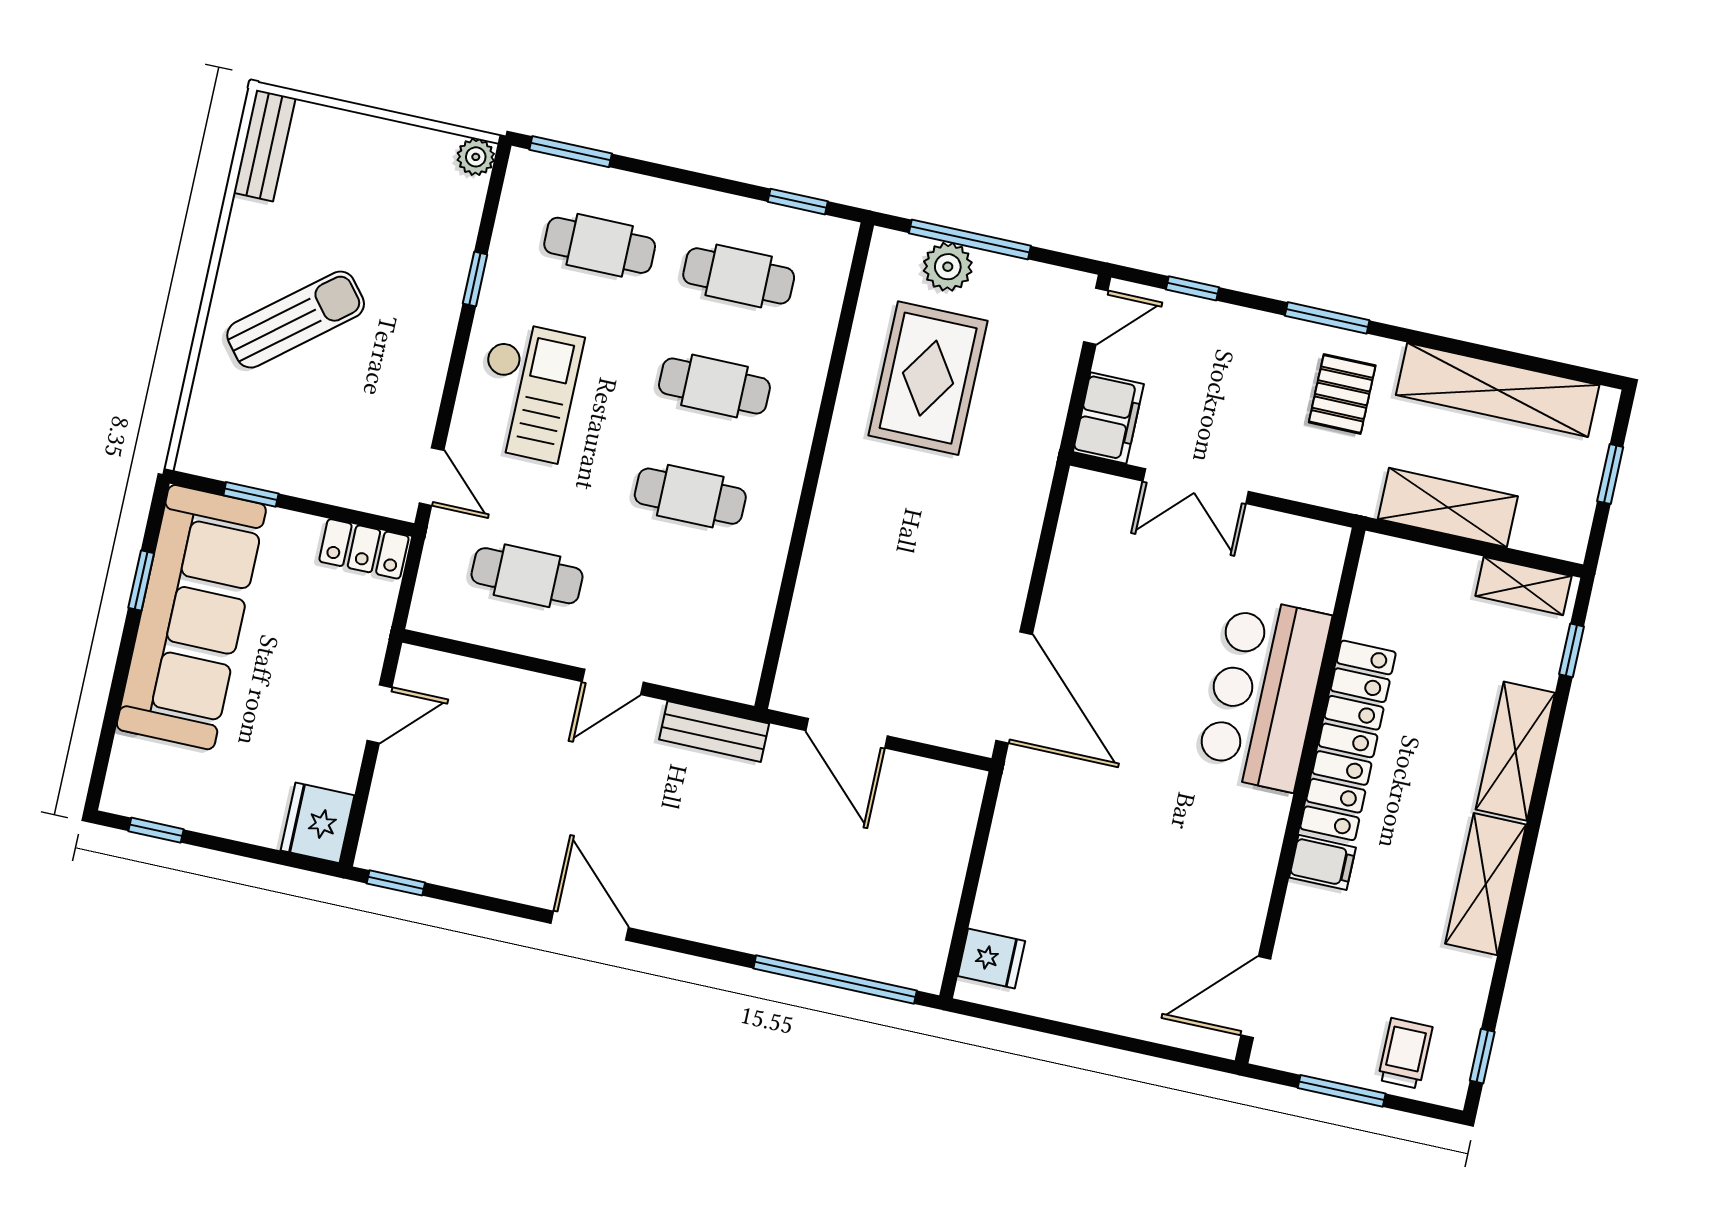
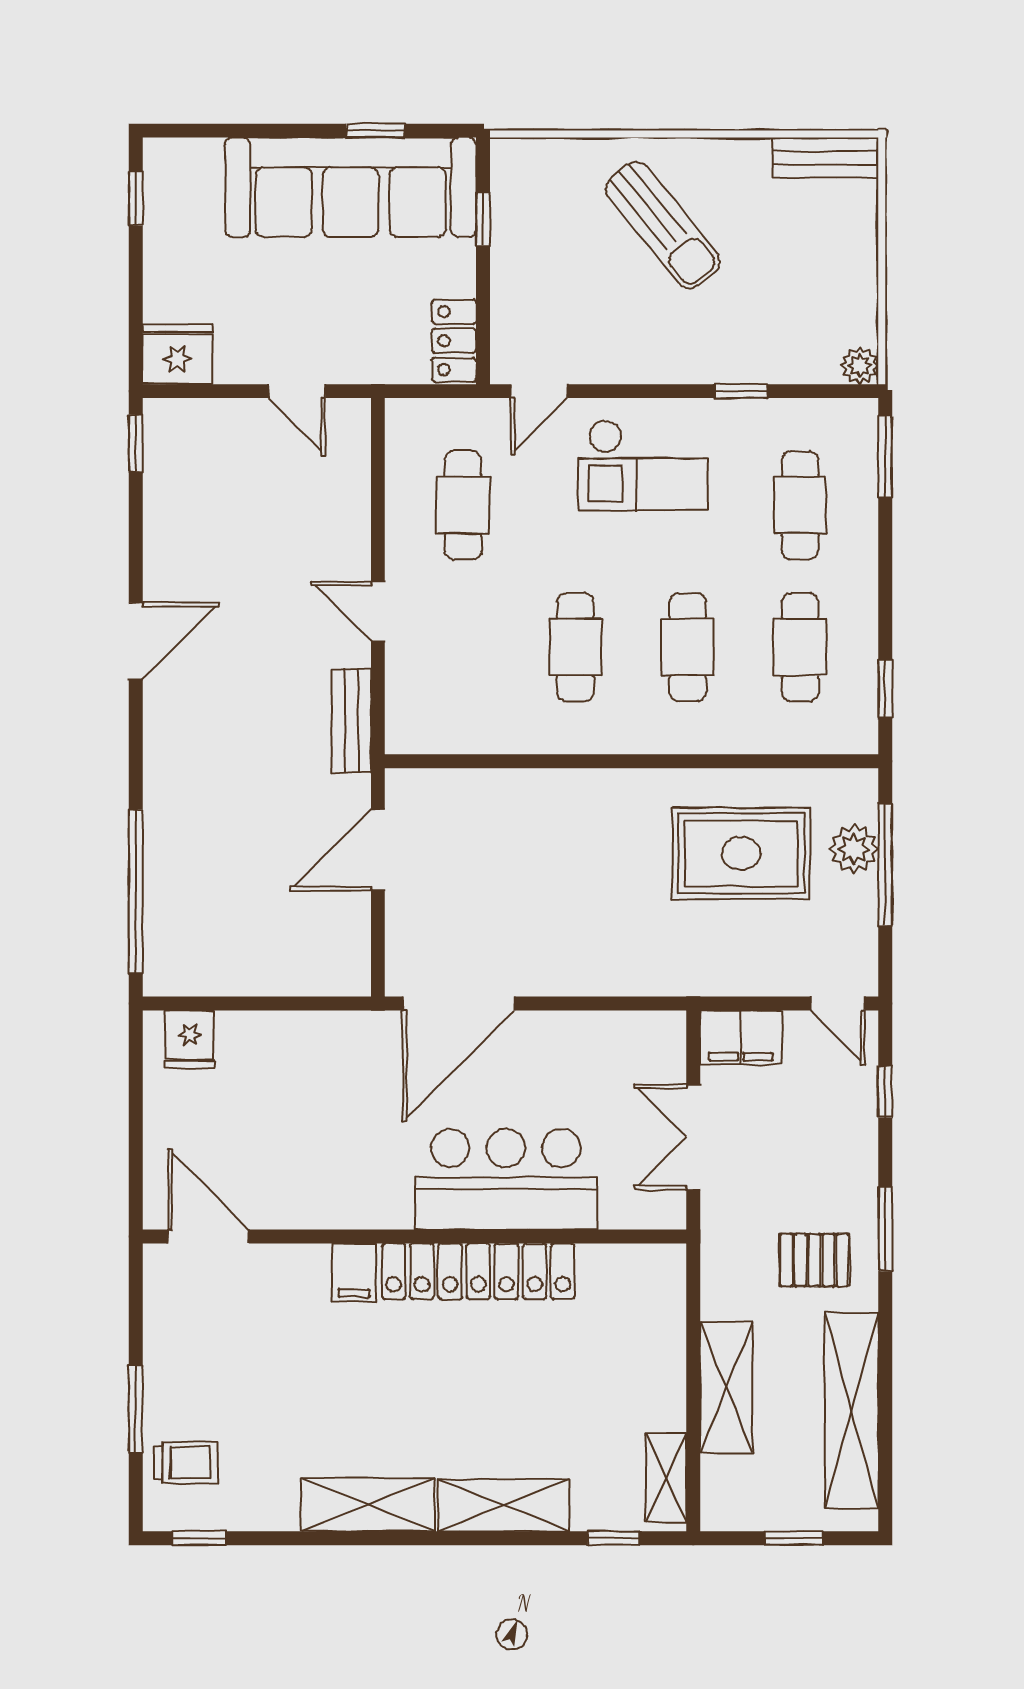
bar counter: (1264, 694) -> (506, 1179), moved
locker: (1348, 740) -> (478, 1271), moved
wall: (1300, 795) -> (414, 1237), moved
filing cabinet: (1322, 862) -> (354, 1273), moved
door: (1256, 997) -> (209, 1237), moved

